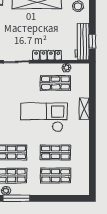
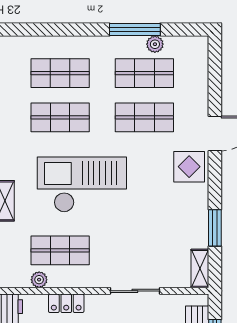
locker: (47, 55) -> (66, 303), width x0.66
checkout: (44, 117) -> (82, 185), turned 180

